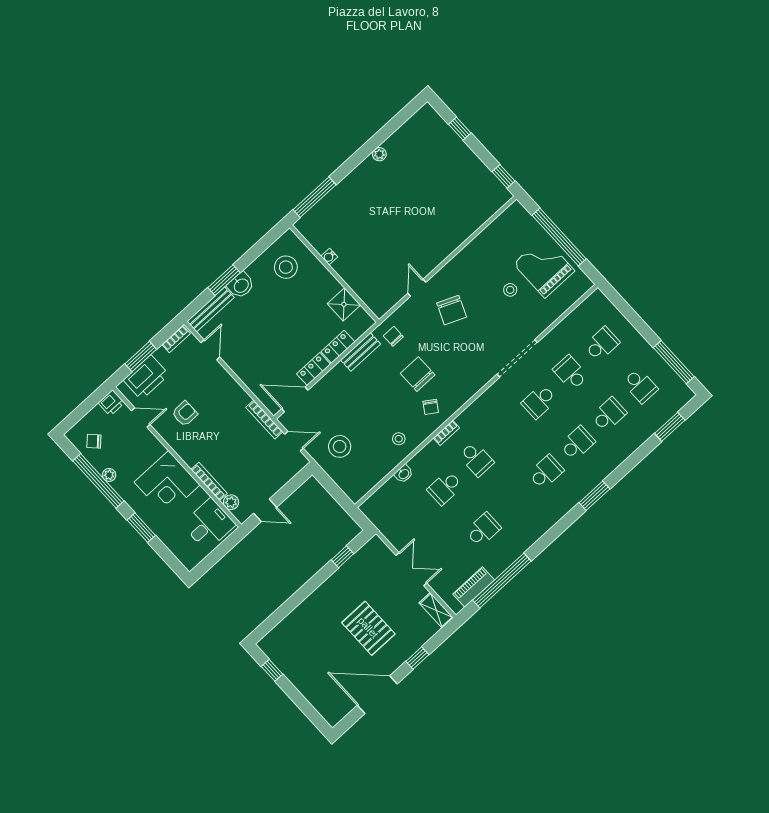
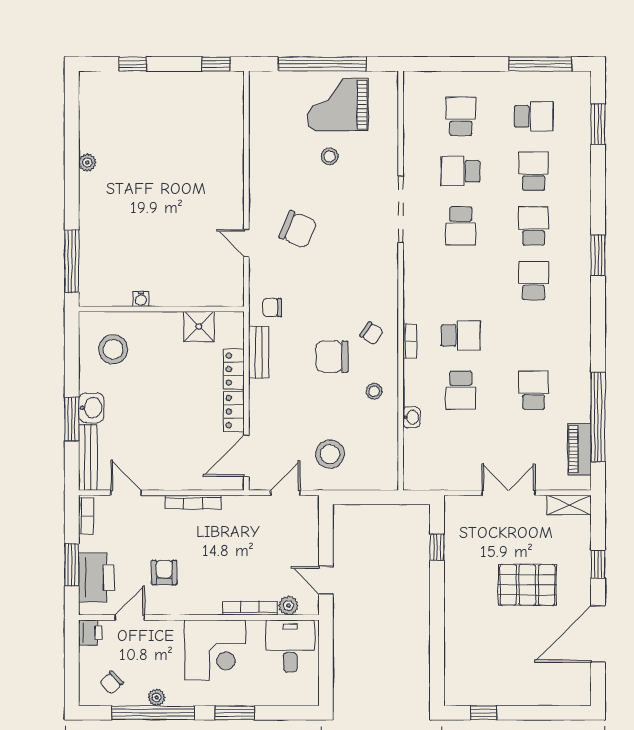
chair: (418, 374) -> (332, 357), moved
bookcase: (264, 419) -> (193, 502), moved
door: (265, 510) -> (326, 580), swing flipped

